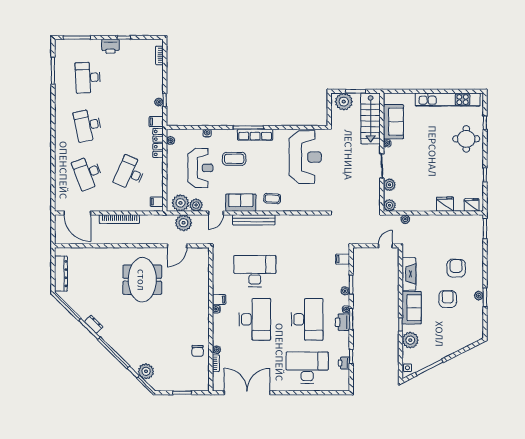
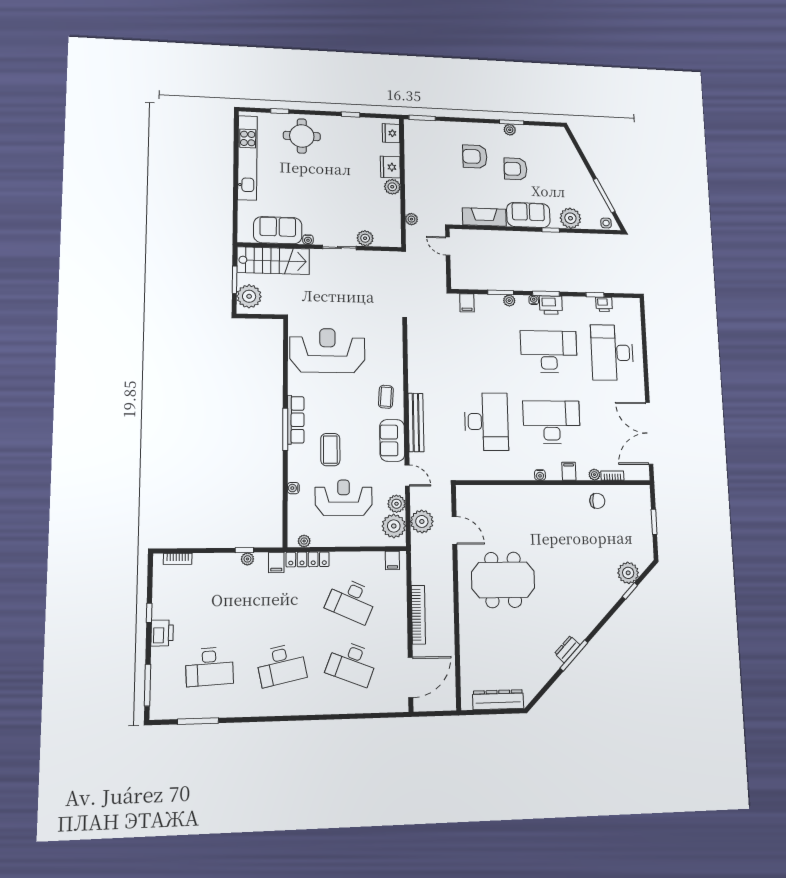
desk: (88, 173) -> (352, 663), turned 42
plant: (389, 205) -> (392, 187), moved
desk: (255, 271) -> (486, 422), turned 180
filing cabinet: (219, 299) -> (569, 471), moved

